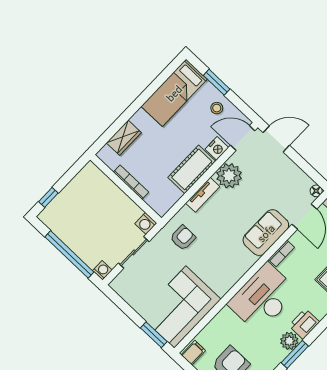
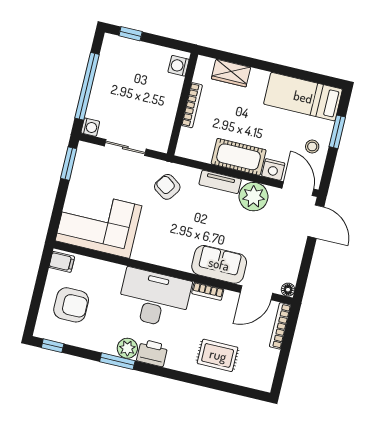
washing machine: (146, 223) -> (179, 66), moved
armchair: (183, 238) -> (167, 187), turned -145
window: (154, 335) -> (69, 164), moved

